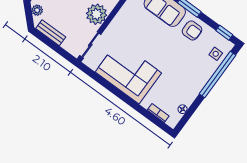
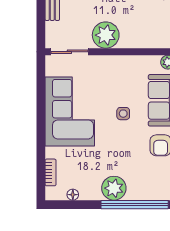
side table: (216, 54) -> (123, 114), moved
plant: (198, 80) -> (114, 188), added

